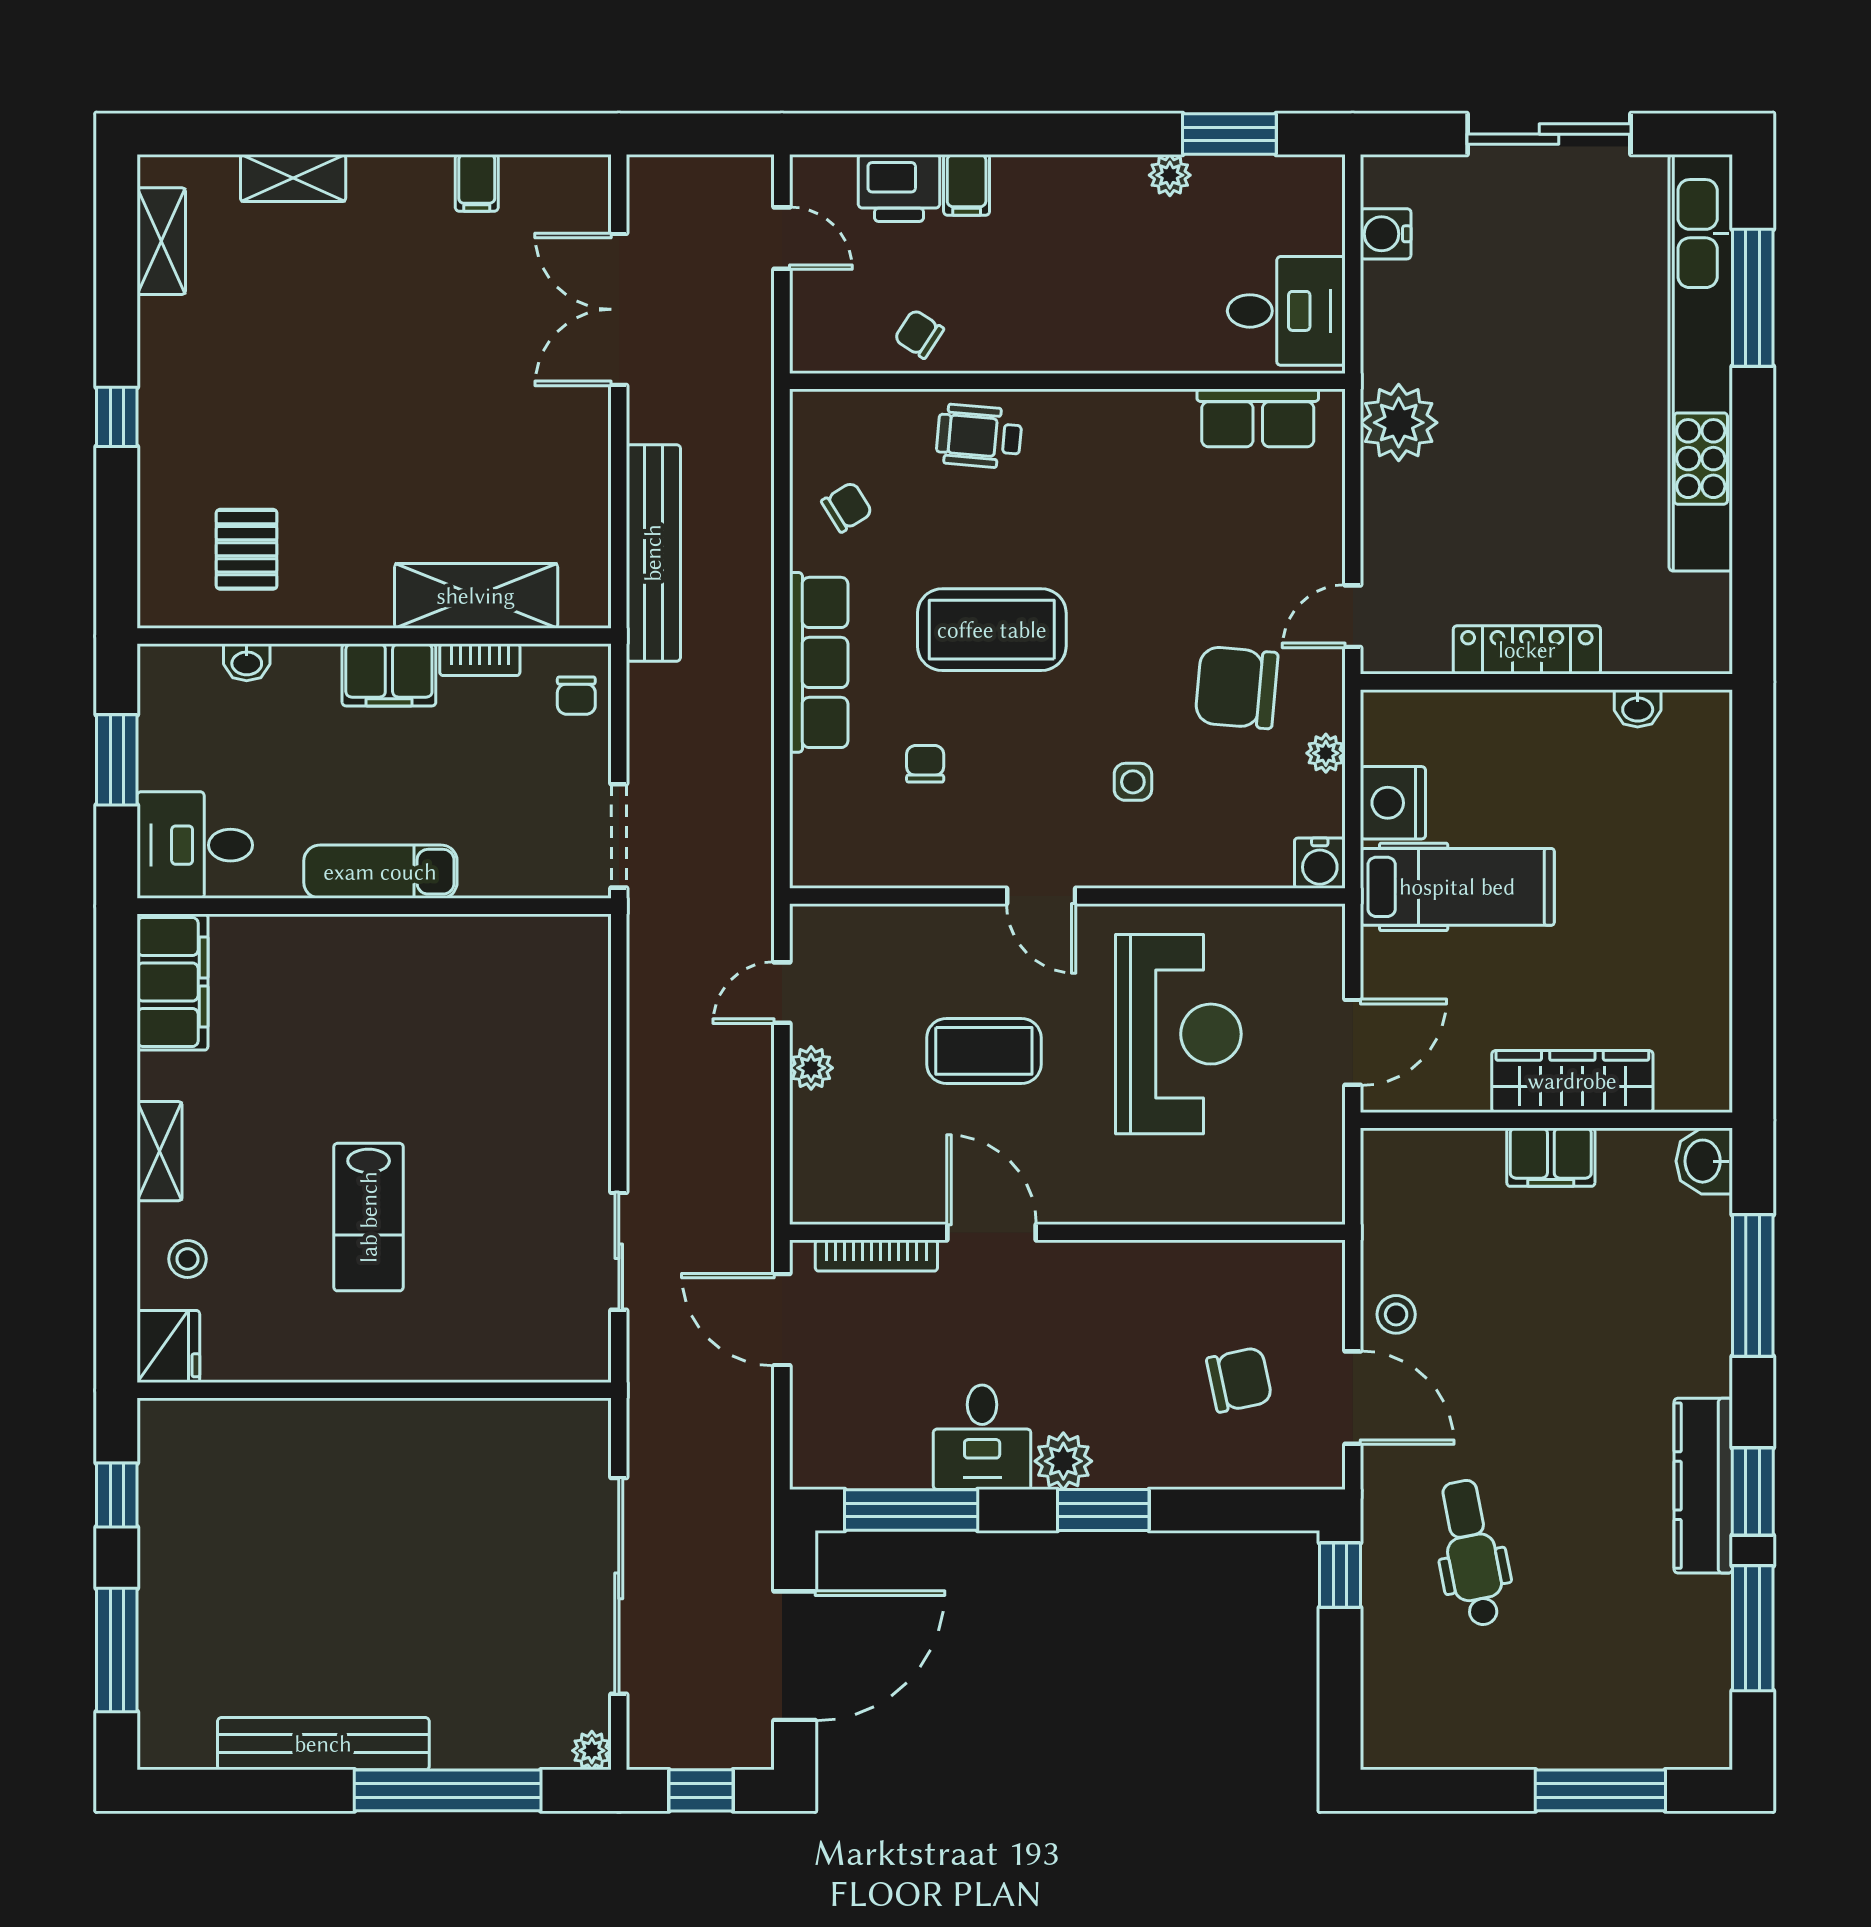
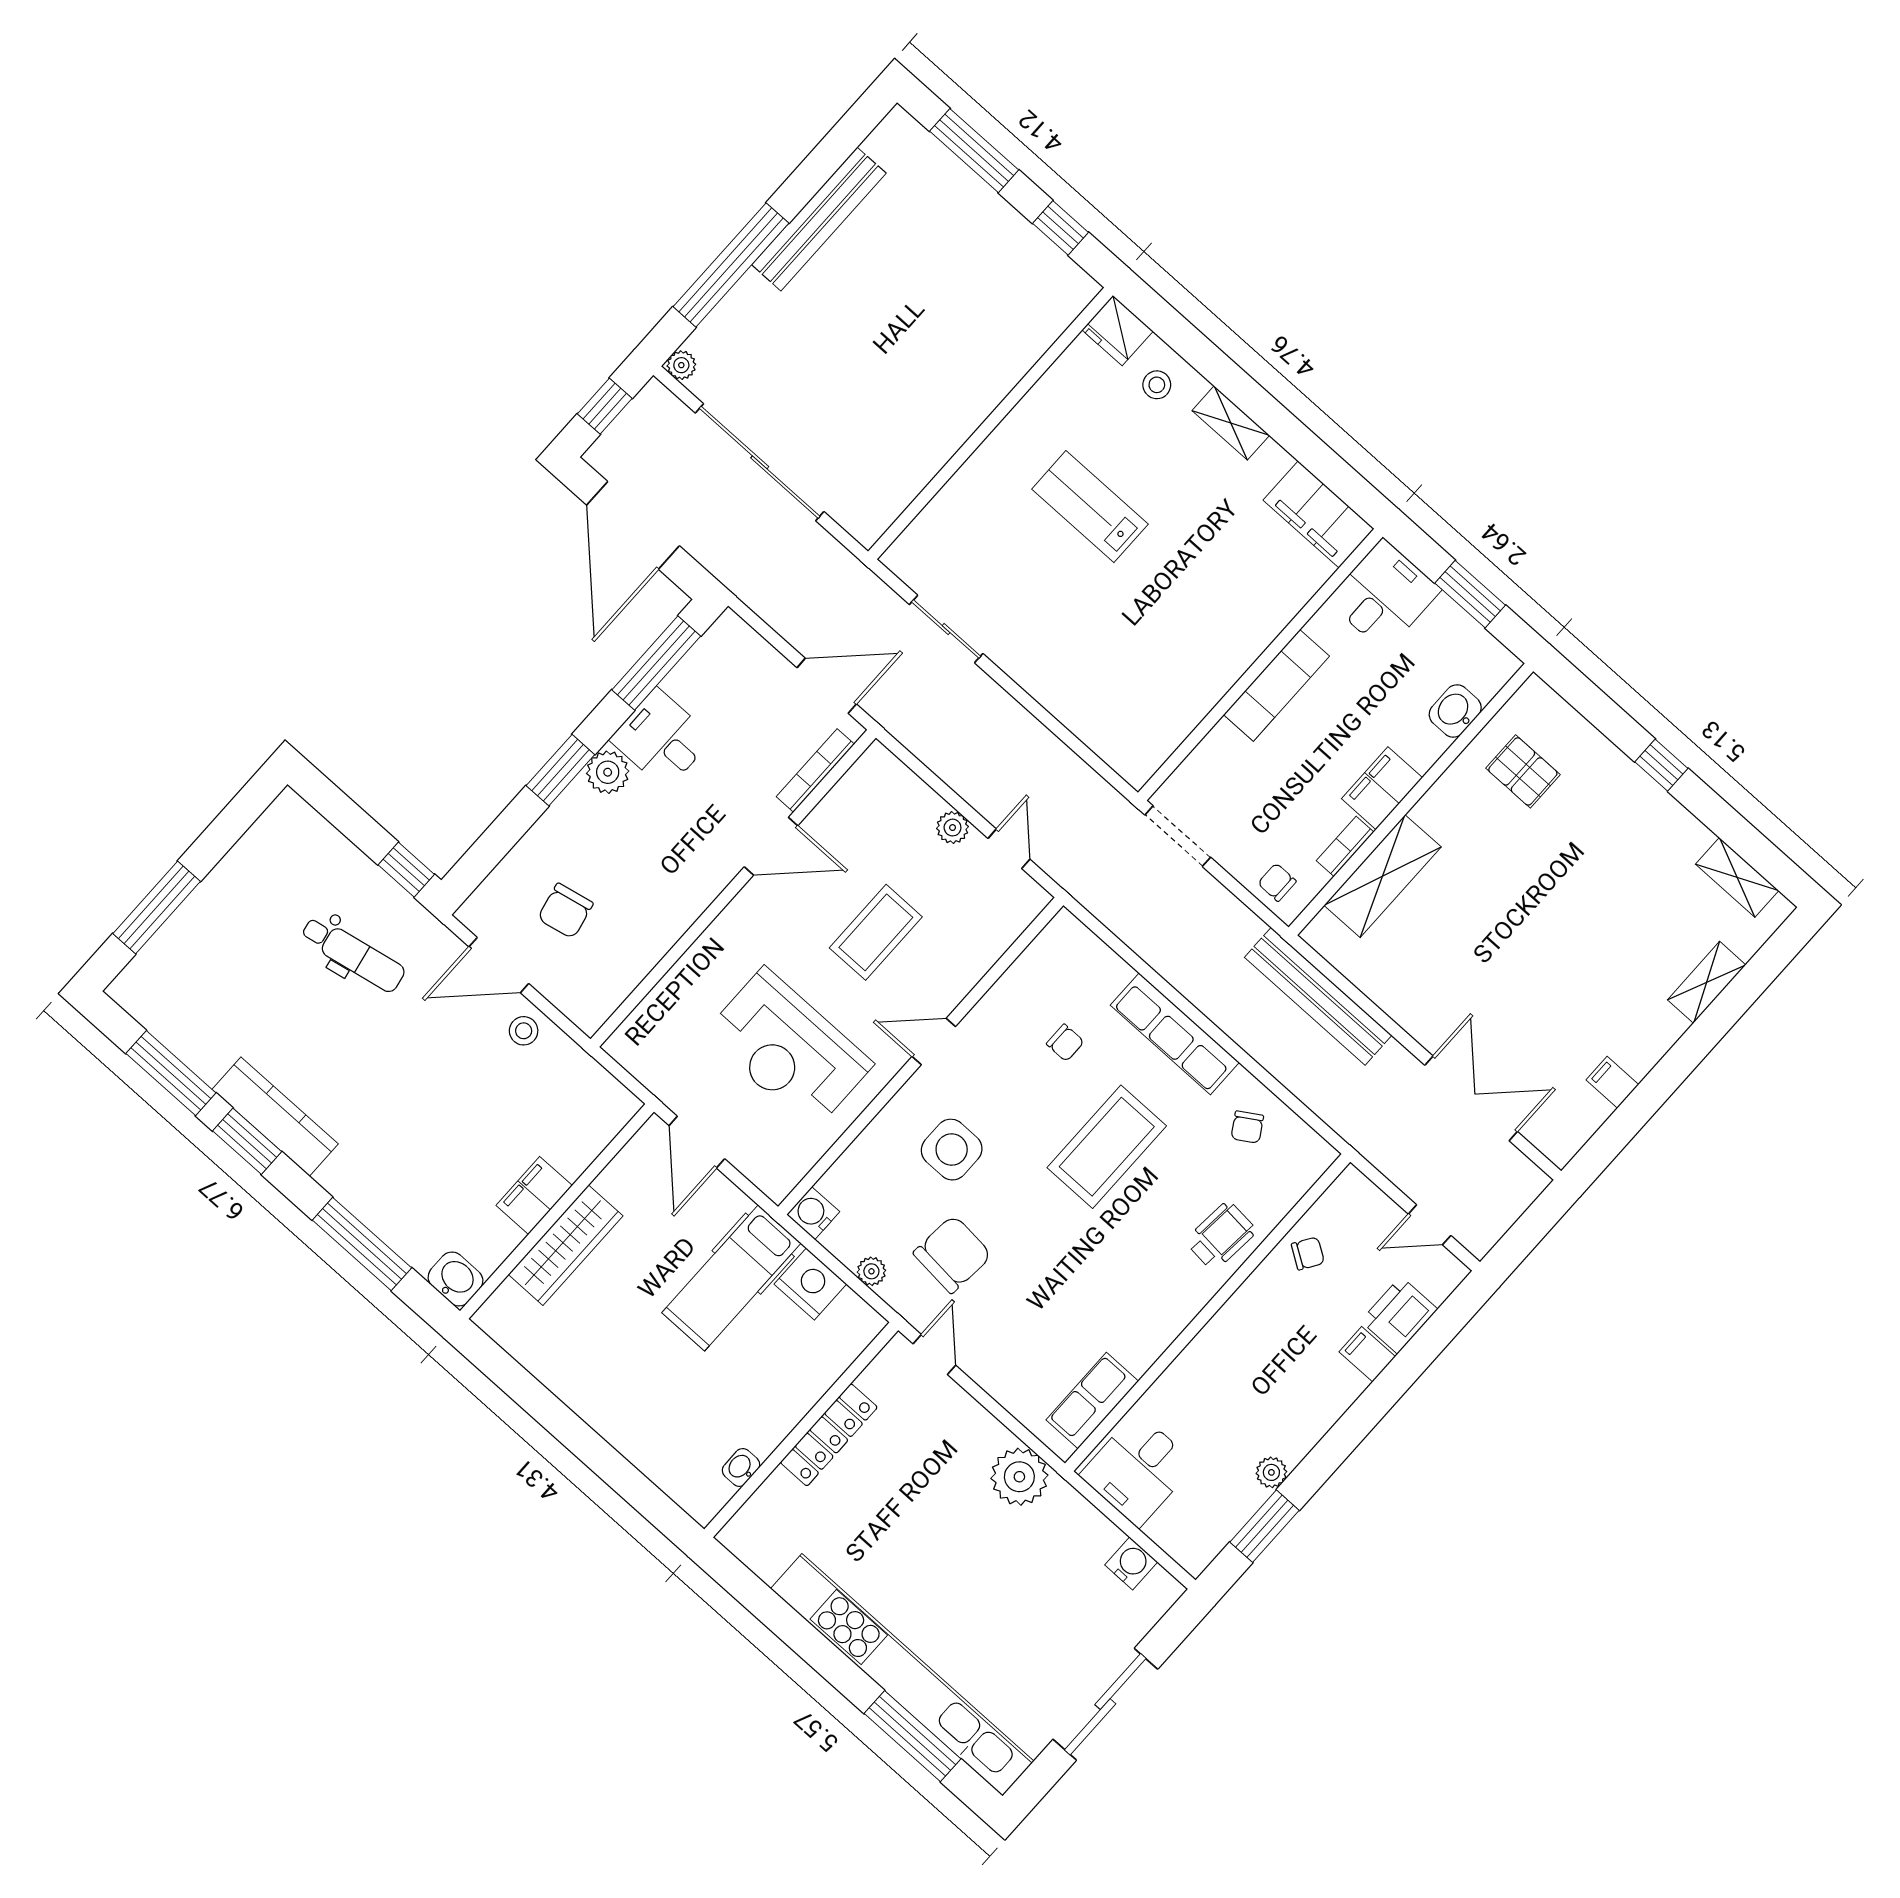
washbasin: (247, 662) -> (1455, 711), width x1.38, depth x1.45
side table: (1133, 782) -> (952, 1150), width x1.87, depth x1.87

